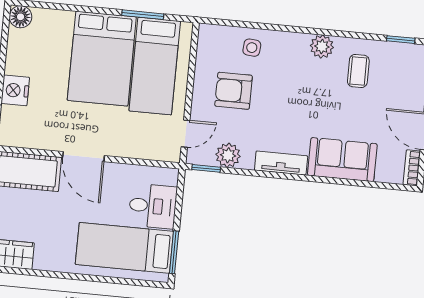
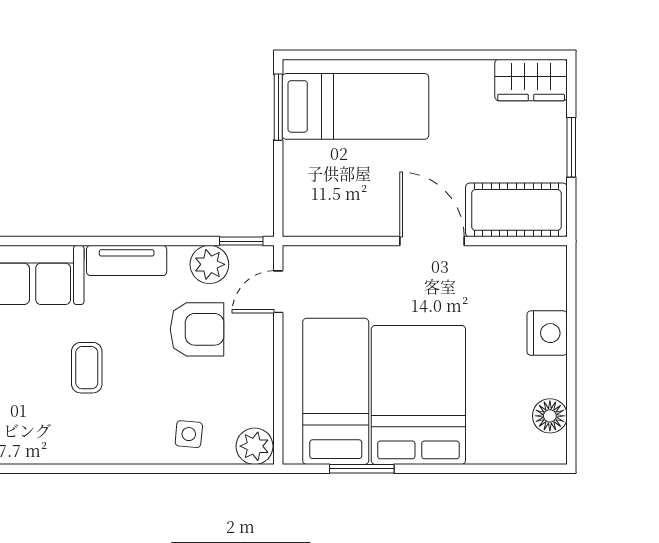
floor lamp: (21, 17) -> (550, 416), moved
plant: (322, 46) -> (255, 446), moved
coffee table: (358, 71) -> (87, 368), moved
armchair: (234, 91) -> (197, 329), moved
desk: (153, 206) -> (318, 175), removed

